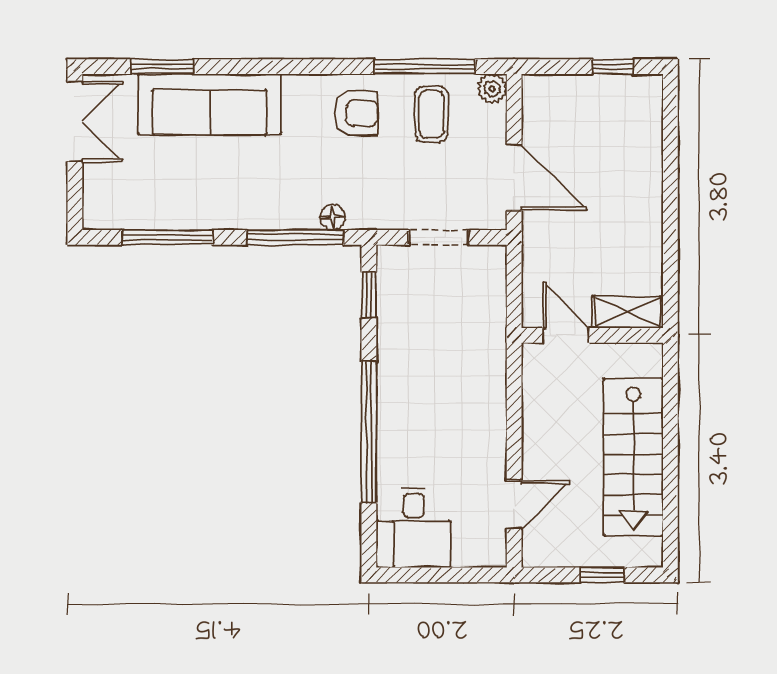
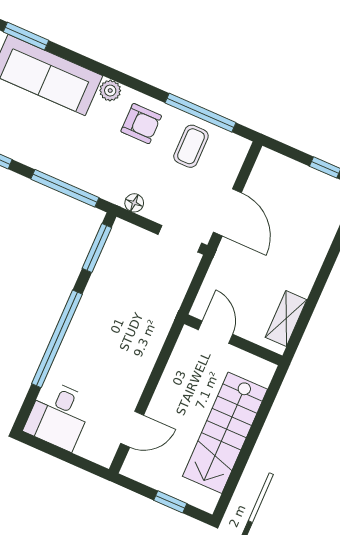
plant: (492, 89) -> (110, 91), moved
floor lamp: (333, 217) -> (134, 203), moved
doorway: (439, 237) -> (180, 239), moved
window: (369, 295) -> (97, 248), width x1.50
shelving: (628, 312) -> (286, 319), moved, turned 90

